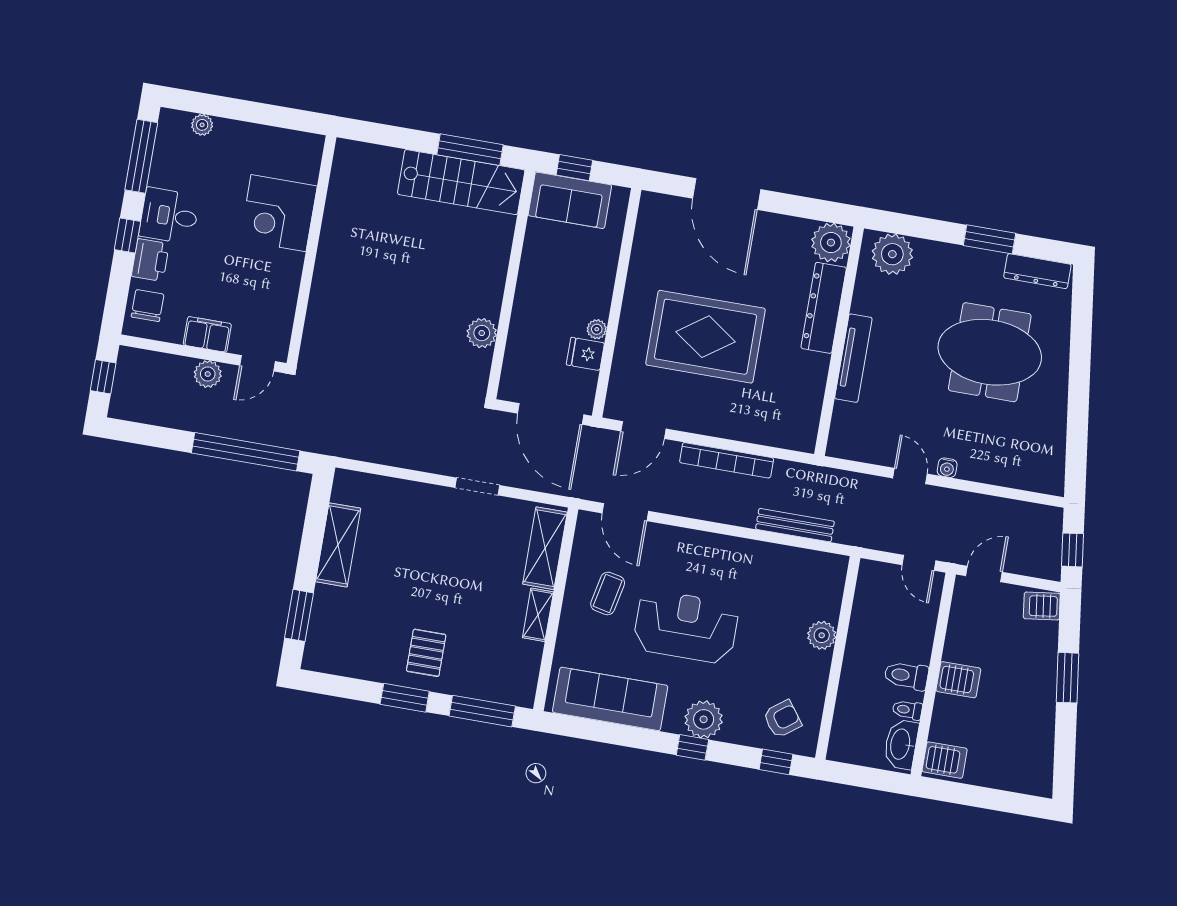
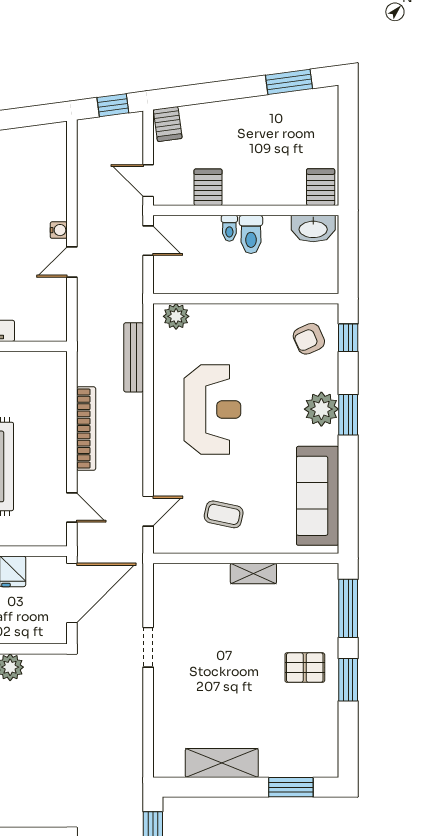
door: (643, 430) -> (72, 508), width x0.73
door: (625, 512) -> (148, 511), width x0.73
shelving: (545, 548) -> (193, 577), removed
door: (919, 563) -> (148, 241), hinge flipped
reception desk: (686, 627) -> (212, 410), moved, turned 180
plant: (822, 635) -> (176, 316), moved
window: (1067, 678) -> (289, 82), moved
server rack: (958, 680) -> (208, 187), moved
toilet: (907, 710) -> (229, 228), moved
armchair: (782, 719) -> (309, 339), turned -77
window: (692, 747) -> (348, 415), width x1.50

